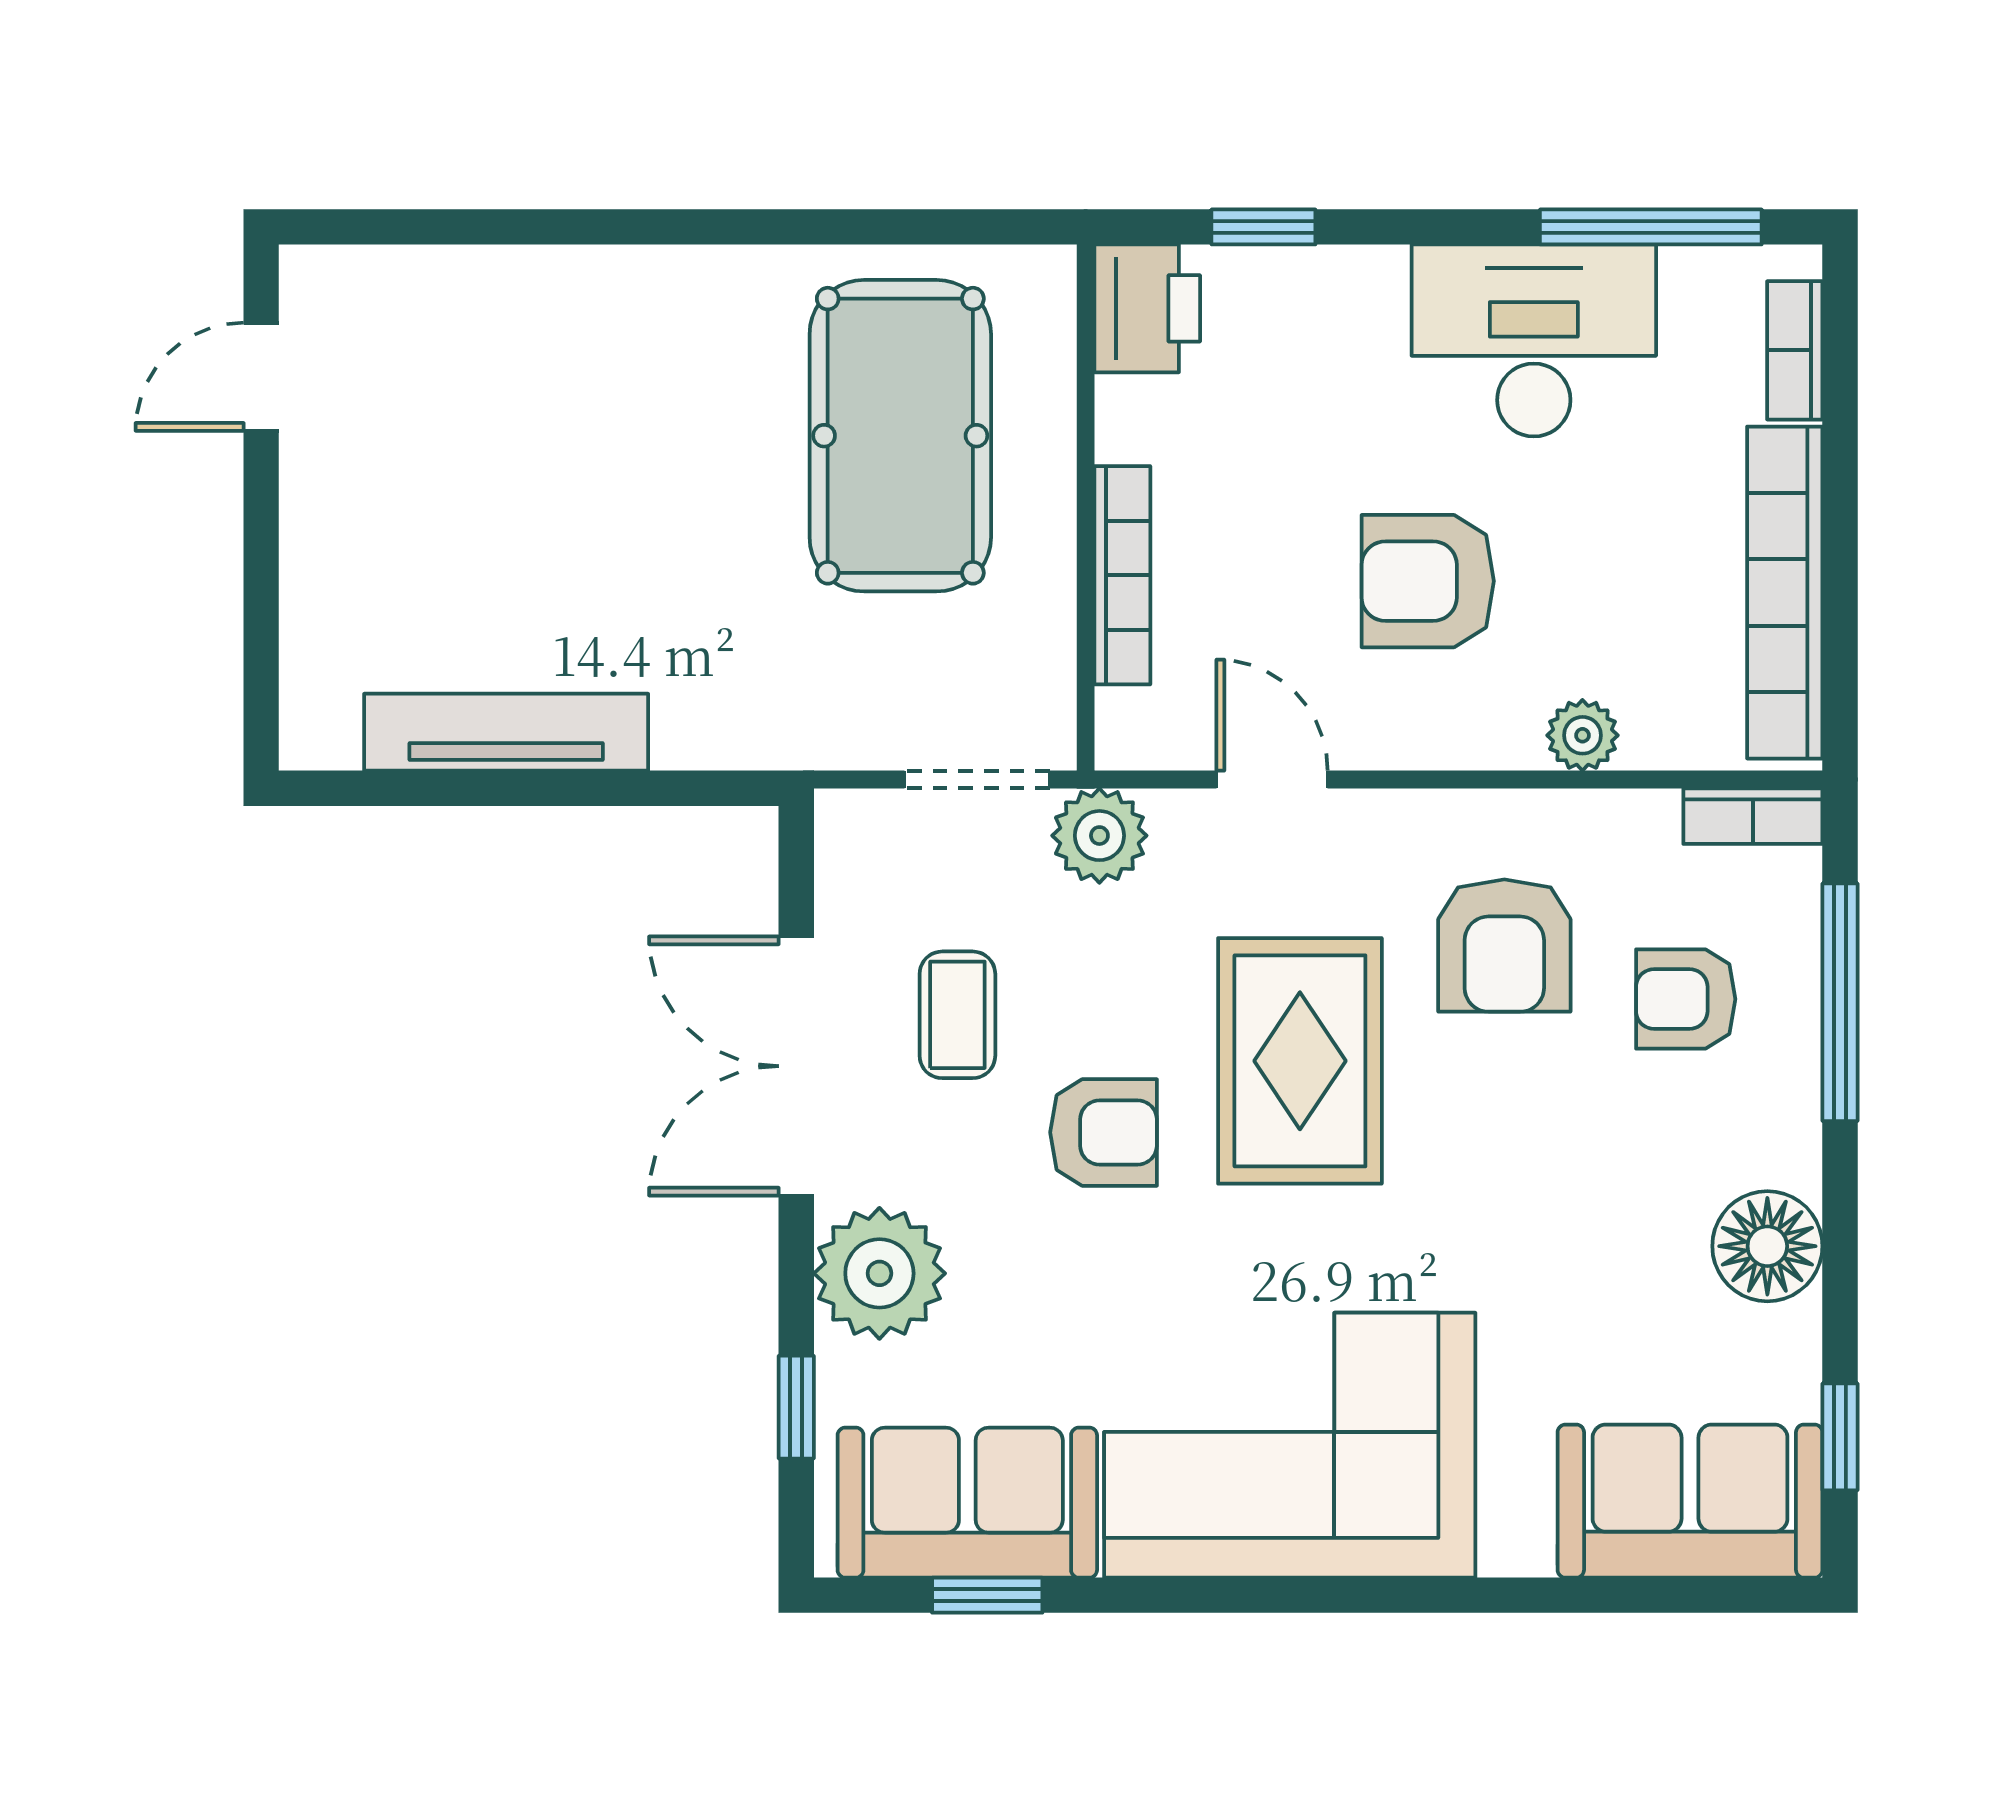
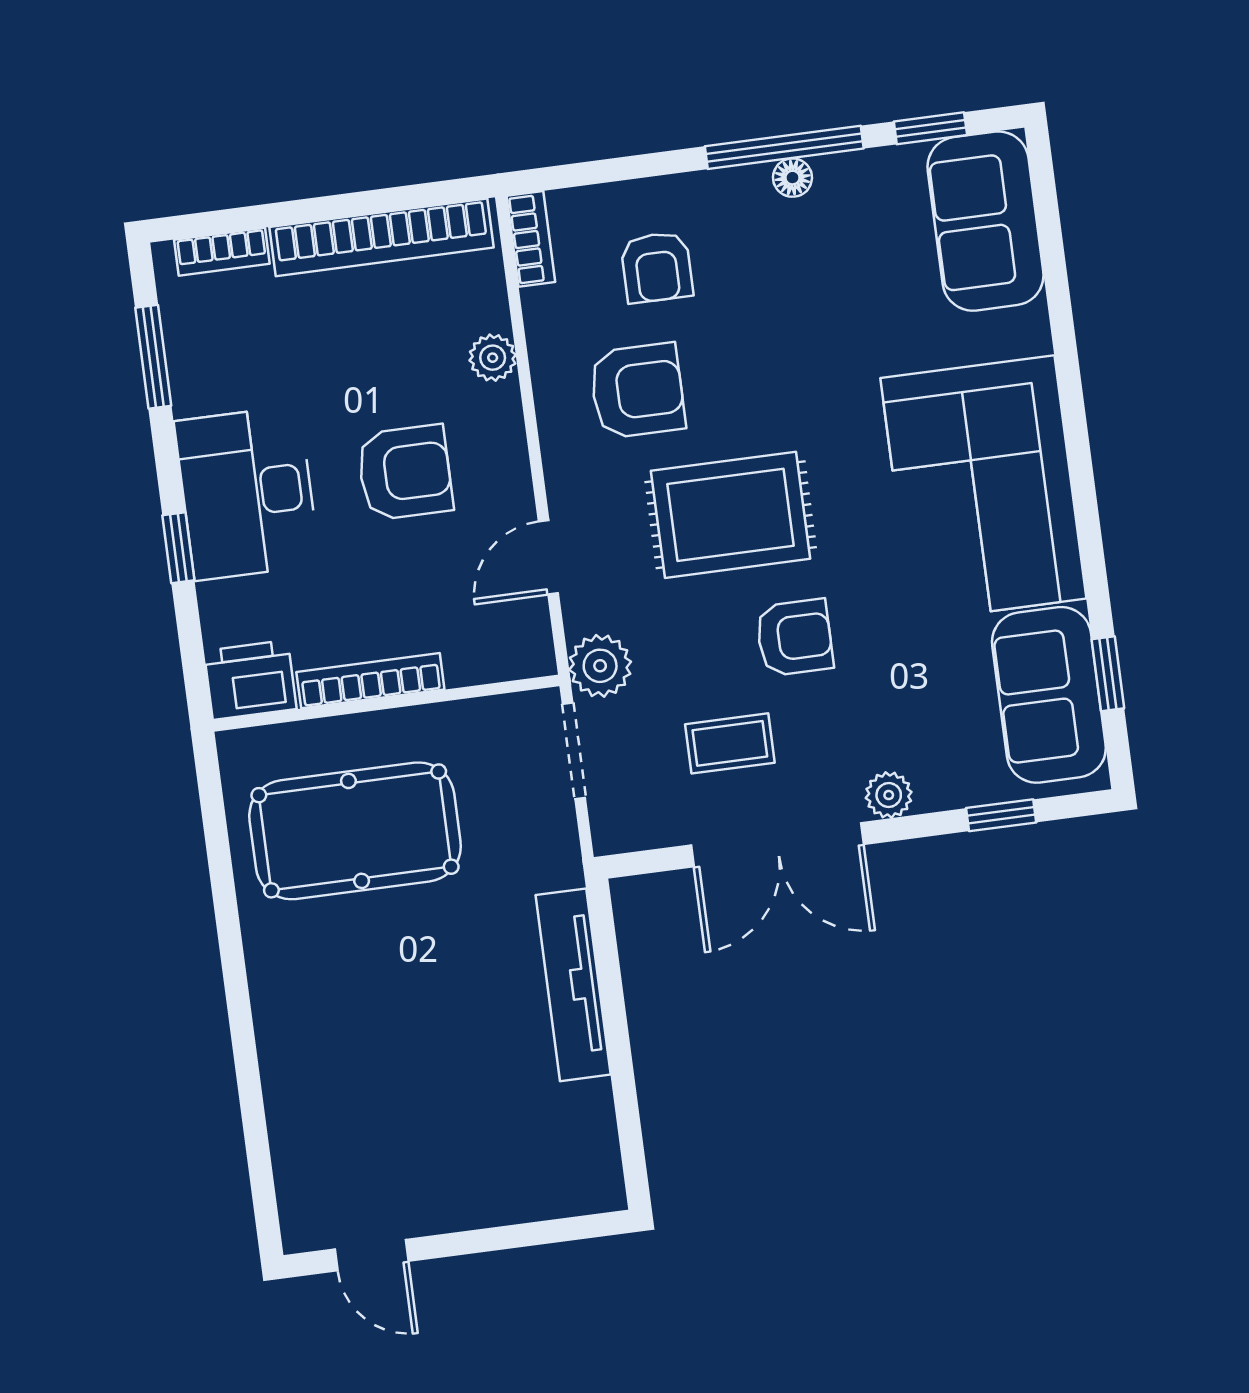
window: (1263, 227) -> (178, 548), moved
window: (1651, 227) -> (153, 357), width x0.69
desk: (1534, 340) -> (247, 493), moved
bookcase: (1122, 575) -> (370, 681), moved
armchair: (1428, 581) -> (405, 472), turned -90
tv unit: (506, 732) -> (573, 985), moved
window: (1840, 1002) -> (784, 147), moved
armchair: (1104, 1132) -> (794, 637), turned 90
floor lamp: (1767, 1246) -> (792, 178), width x0.53, depth x0.53
plant: (879, 1273) -> (889, 795), width x0.53, depth x0.53

